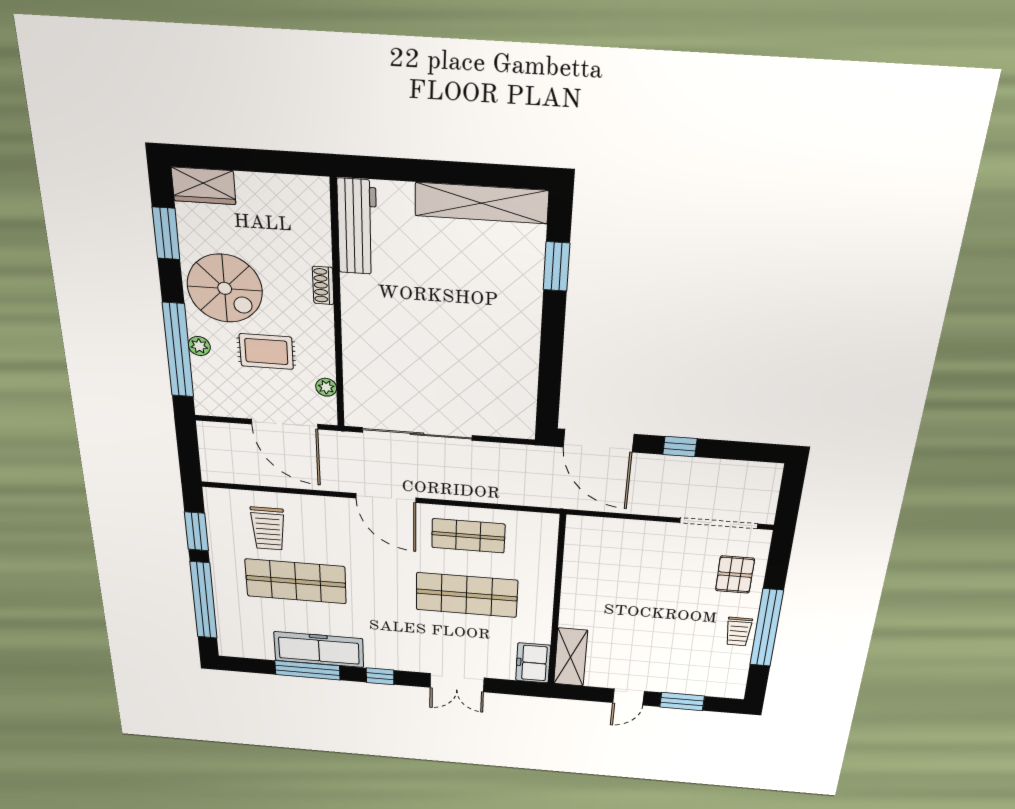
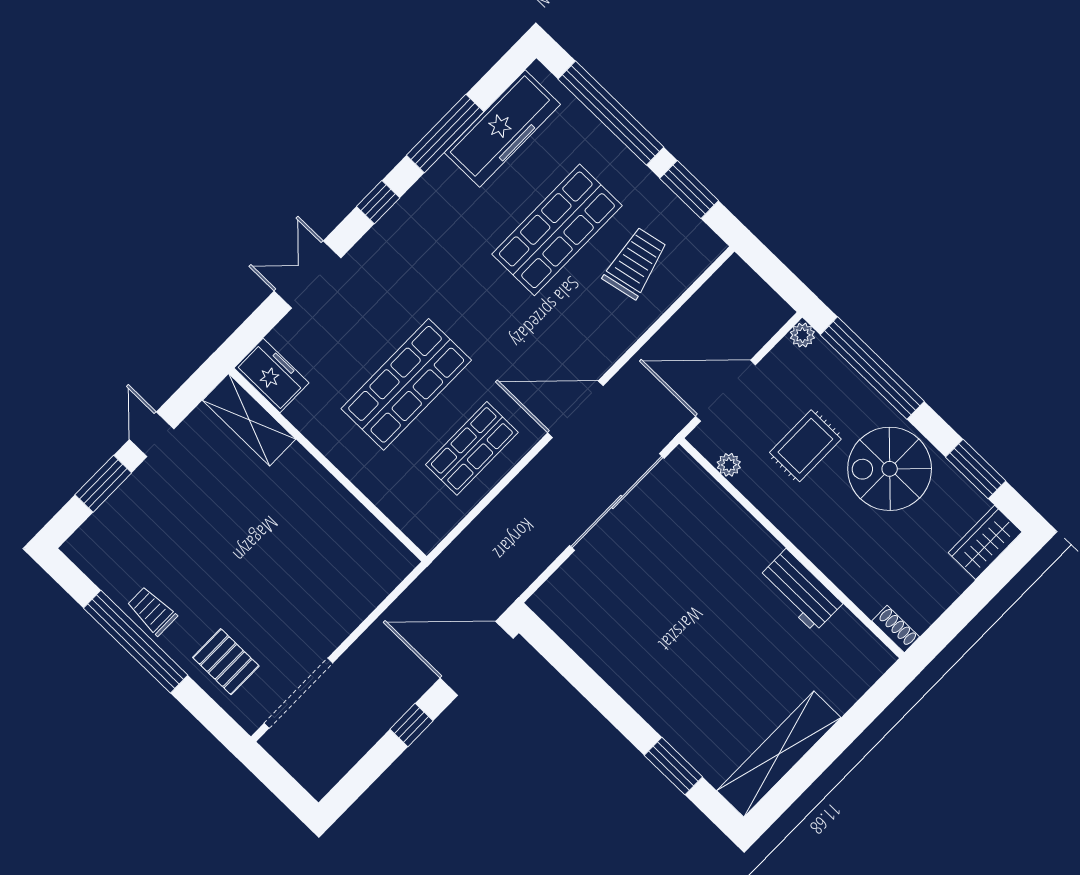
workbench: (357, 227) -> (800, 590), moved, width x0.73
shoe rack: (323, 285) -> (896, 629), moved
plant: (199, 346) -> (802, 335), moved
trolley: (268, 529) -> (635, 263), turned 78
freezer: (319, 649) -> (502, 128), moved

